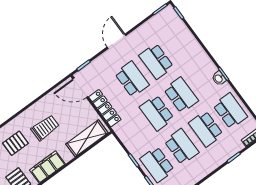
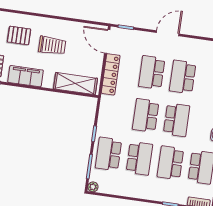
school desk: (132, 79) -> (152, 72), turned 180

